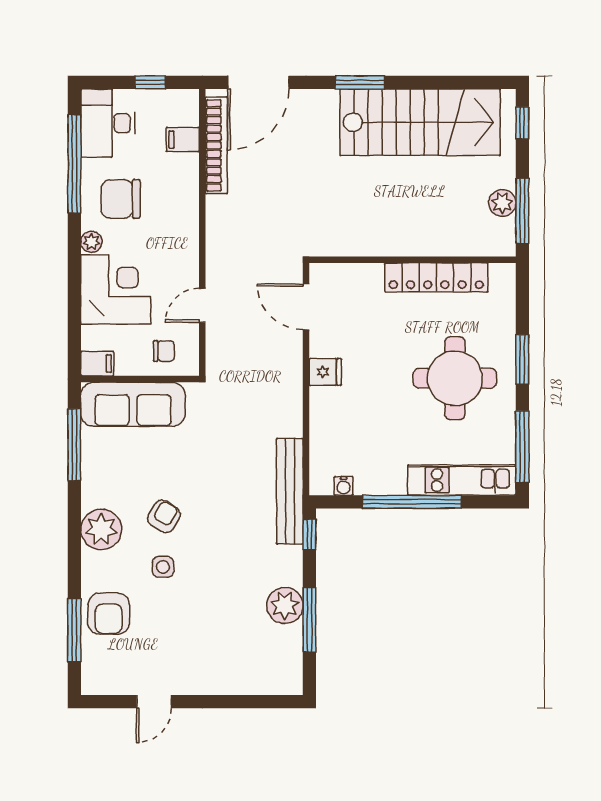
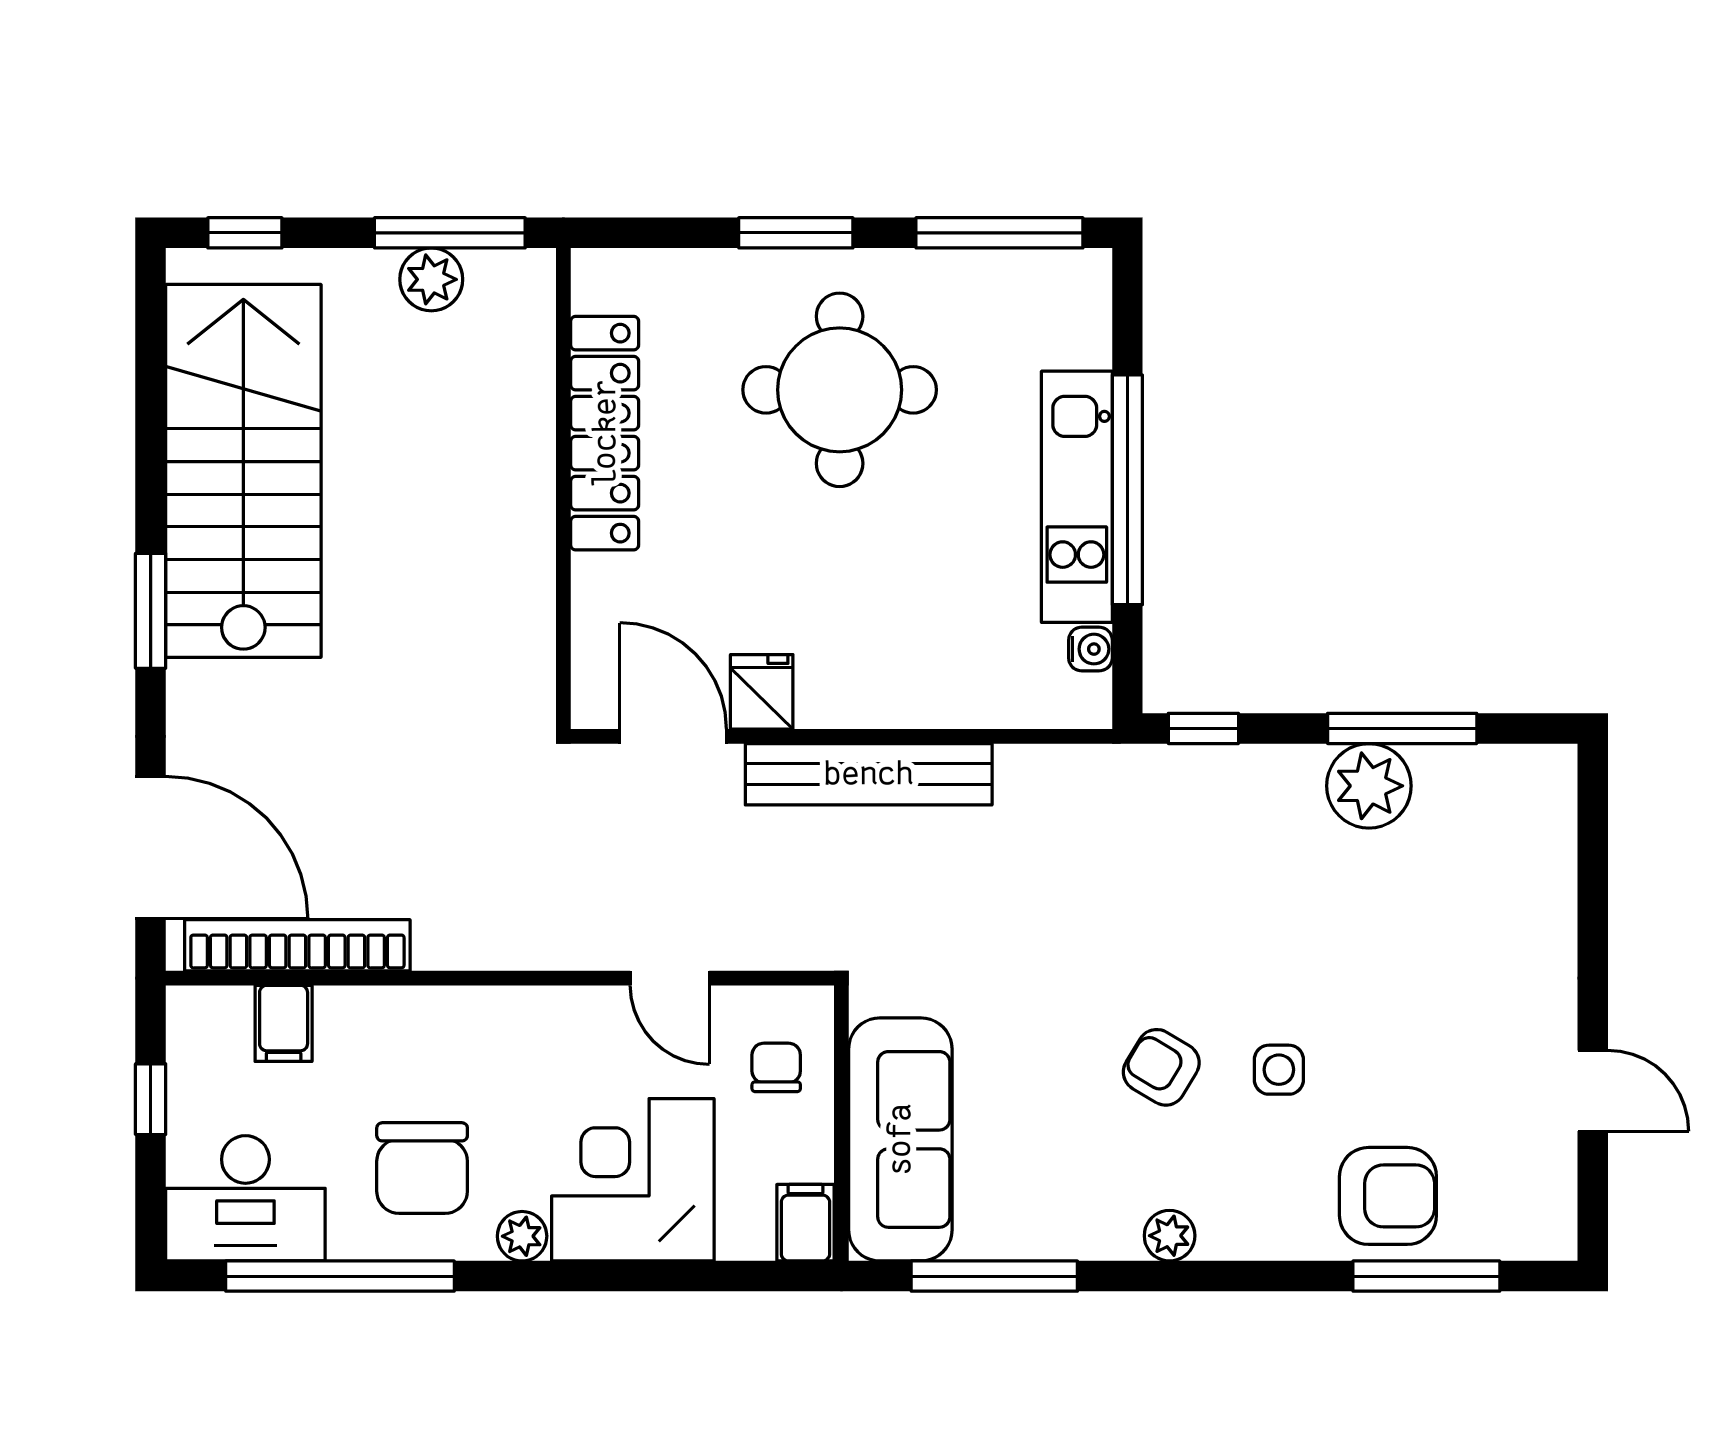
door: (306, 307) -> (673, 736), swing flipped
fridge: (325, 372) -> (762, 692), moved
kitchen unit: (462, 480) -> (1077, 497), moved
bench: (290, 491) -> (869, 774), moved
plant: (101, 529) -> (1170, 1236), width x0.53, depth x0.53

